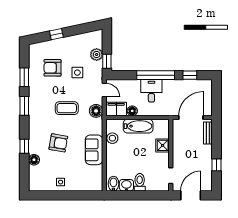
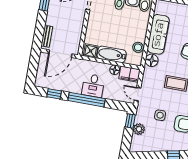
floor lamp: (96, 111) -> (152, 60), moved
shower: (163, 145) -> (91, 51), moved
sofa: (94, 150) -> (158, 34), width x1.36

